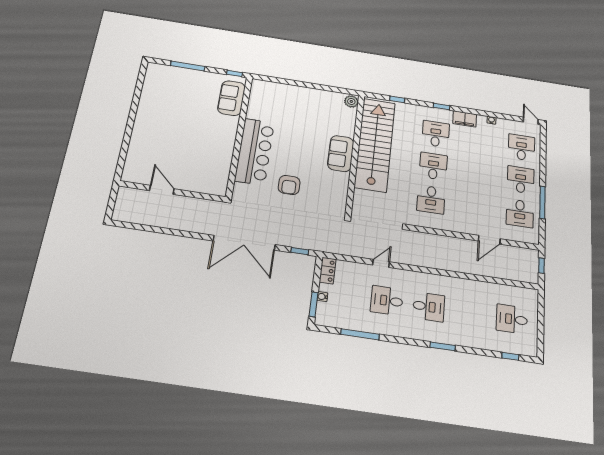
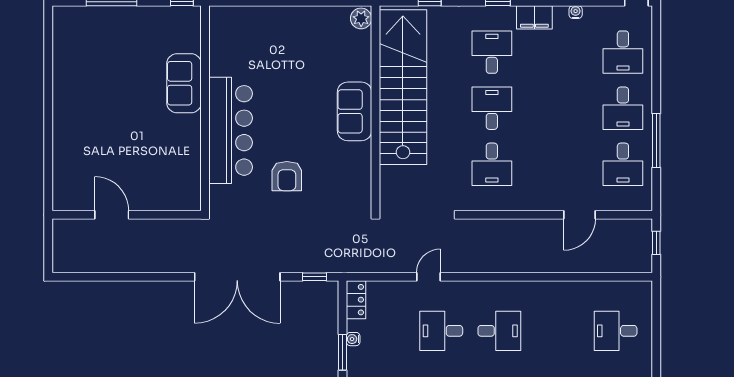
sofa: (231, 98) -> (184, 83), moved
desk: (521, 147) -> (623, 52), turned 180
desk: (521, 180) -> (623, 108), turned 180

